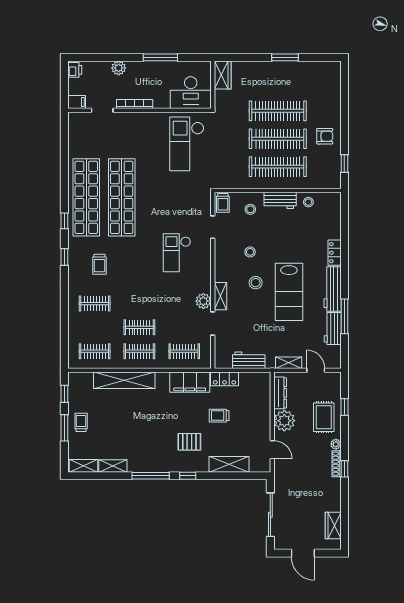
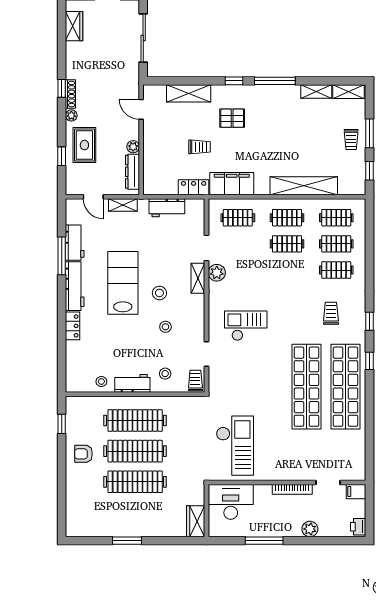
checkout: (177, 253) -> (246, 326), turned -90
clothes rail: (95, 327) -> (336, 244), added
plant: (284, 421) -> (133, 147), width x0.53, depth x0.53

